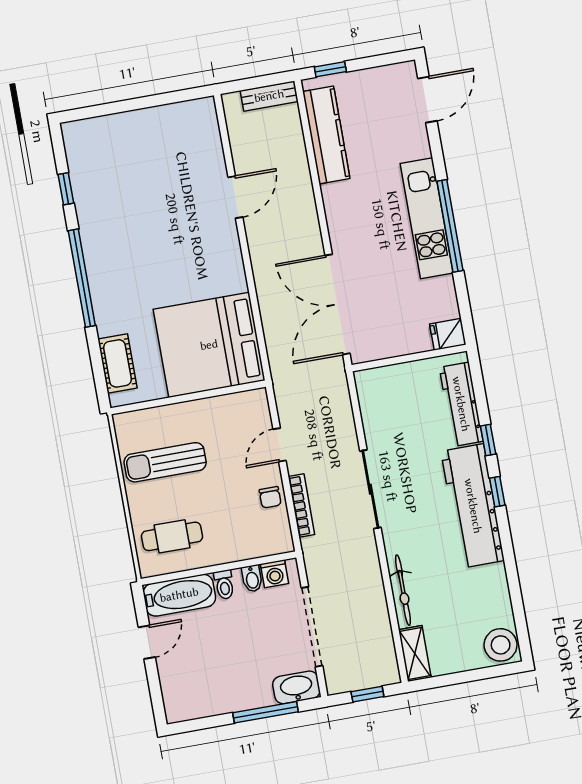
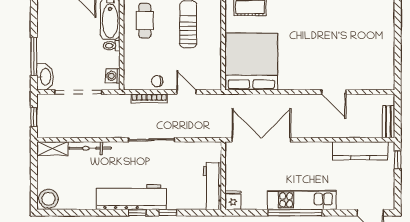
workbench: (461, 404) -> (213, 186), moved, turned -90
bidet: (252, 578) -> (112, 62), removed

